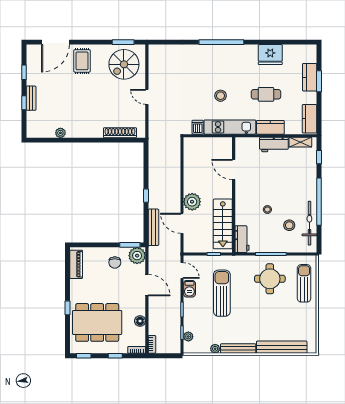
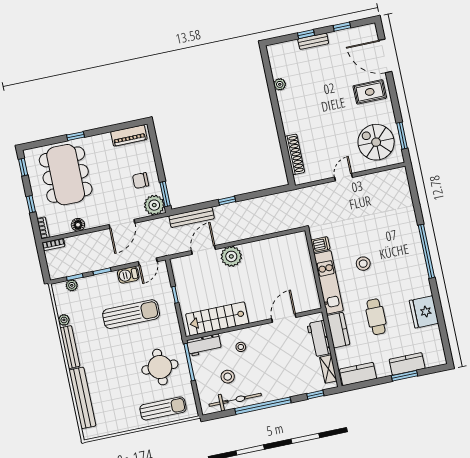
door: (234, 170) -> (284, 318), moved
wall: (234, 195) -> (254, 324), moved
stairs: (223, 224) -> (217, 319), moved
workbench: (242, 239) -> (204, 345), moved

